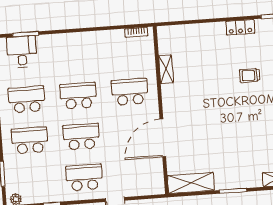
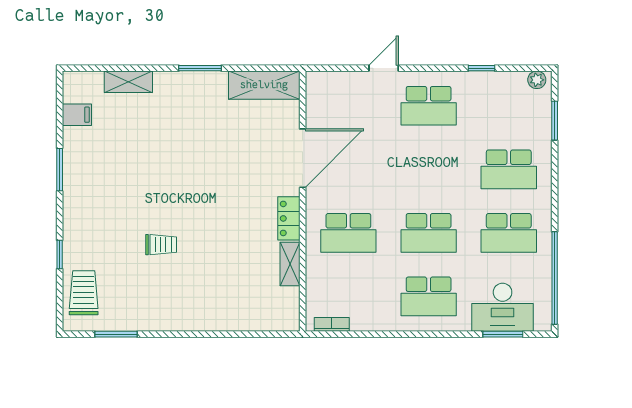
locker: (240, 27) -> (289, 218), moved, turned -90
desk: (22, 52) -> (503, 307), width x1.37
school desk: (81, 137) -> (429, 296), moved

